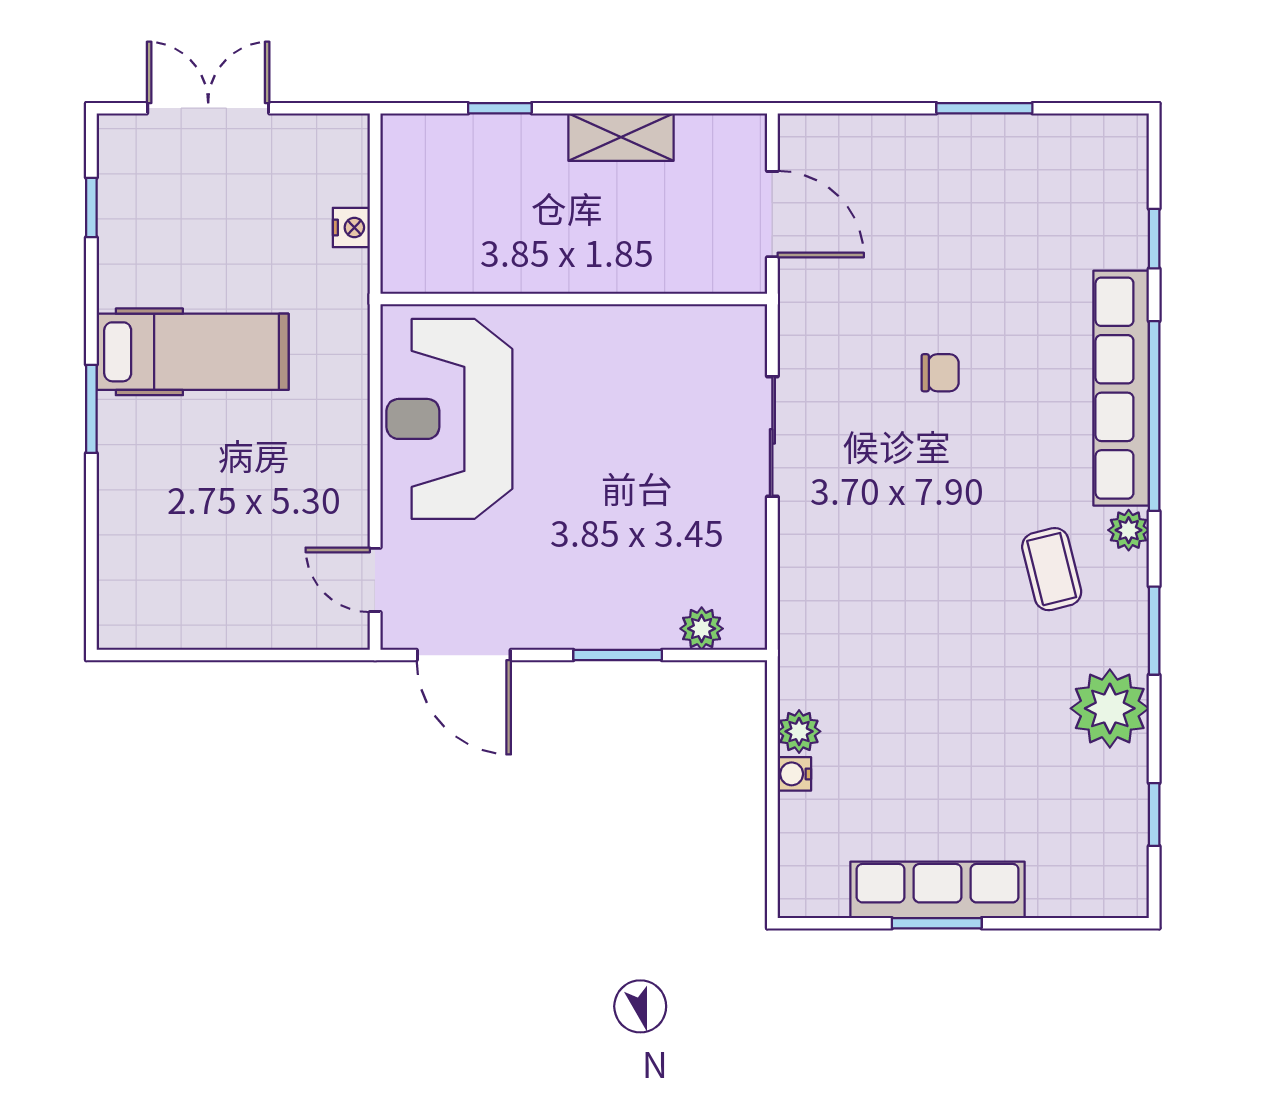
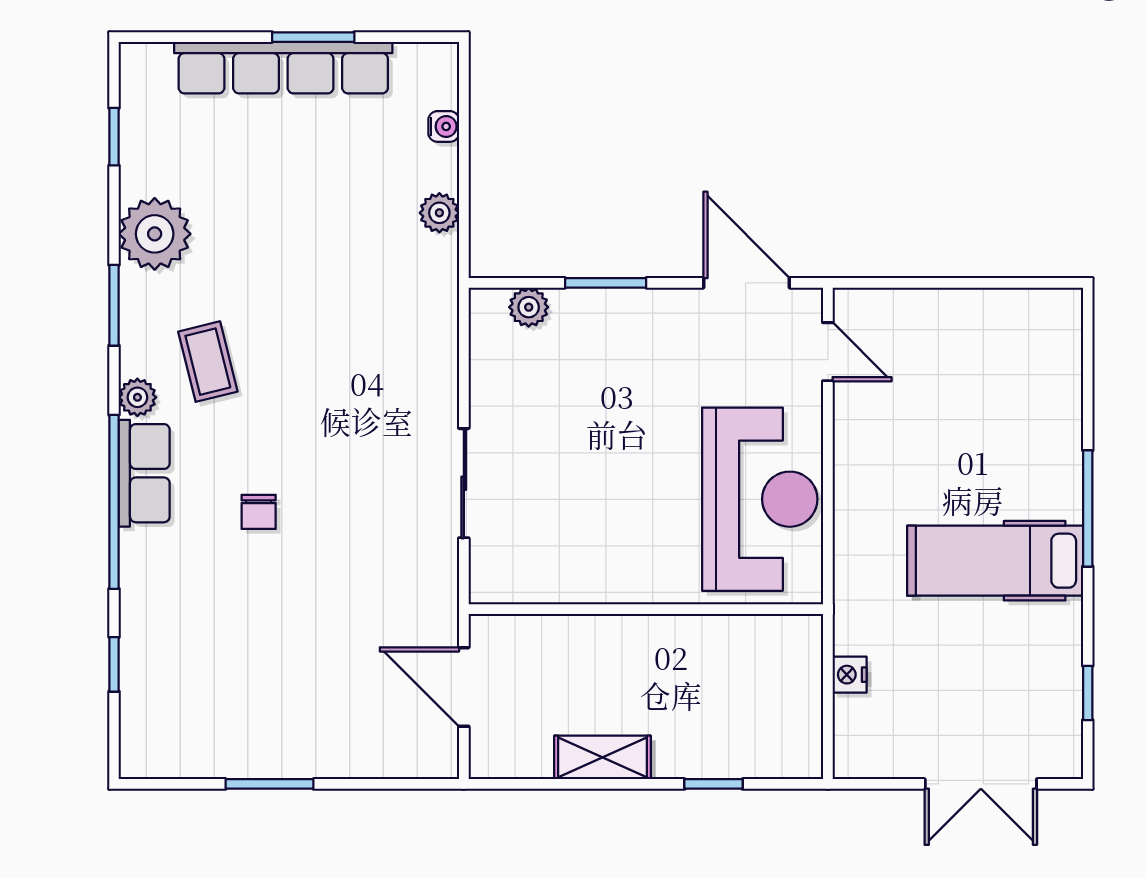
chair: (940, 373) -> (259, 512), moved, turned -90
row of seats: (1121, 388) -> (144, 473), width x0.50
window: (91, 409) -> (1088, 508), width x1.44
water cooler: (794, 774) -> (444, 126), moved
row of seats: (938, 890) -> (283, 68), width x1.36

